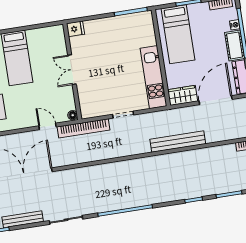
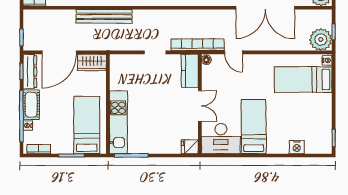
desk: (47, 41) -> (221, 139), added
kitchen unit: (153, 77) -> (118, 122), moved
kitchen counter: (87, 102) -> (190, 71), added

